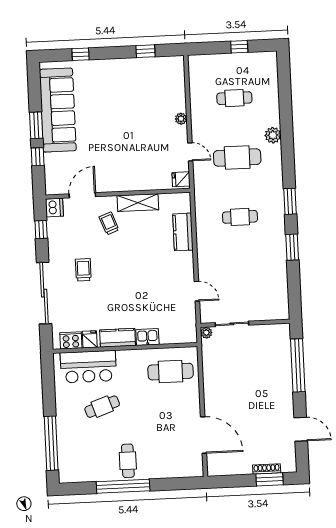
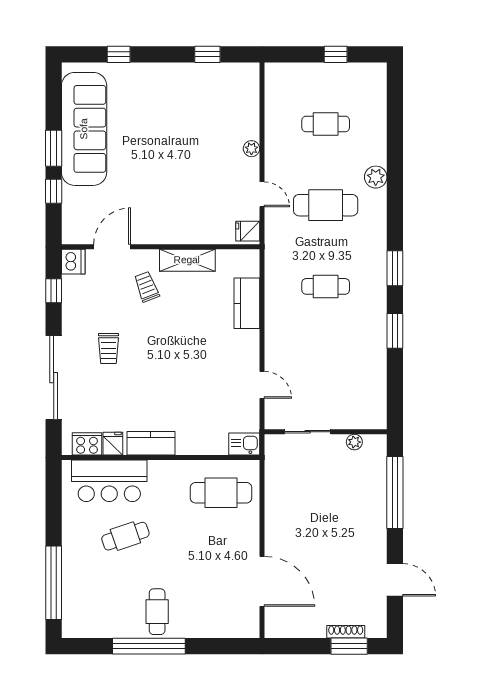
trolley: (83, 270) -> (108, 348), turned 180
plant: (206, 333) -> (354, 442), moved
kitchen sink: (147, 337) -> (244, 444), moved

